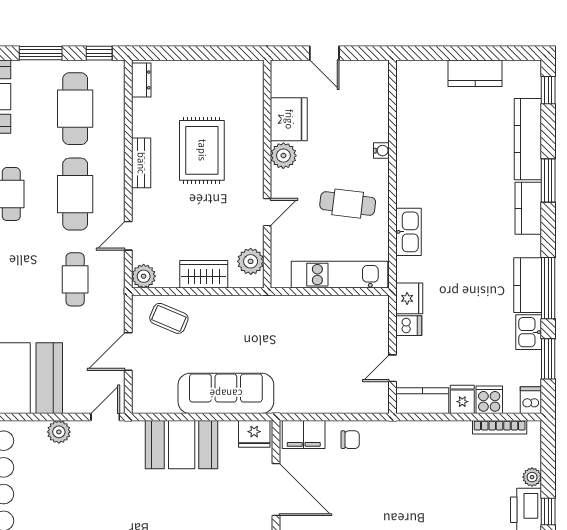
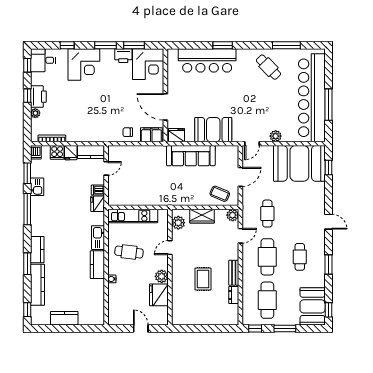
dresser: (141, 80) -> (234, 295), moved
rug: (202, 150) -> (203, 279), width x0.73, depth x0.70
kitchen counter: (528, 285) -> (97, 265), moved, turned 180

